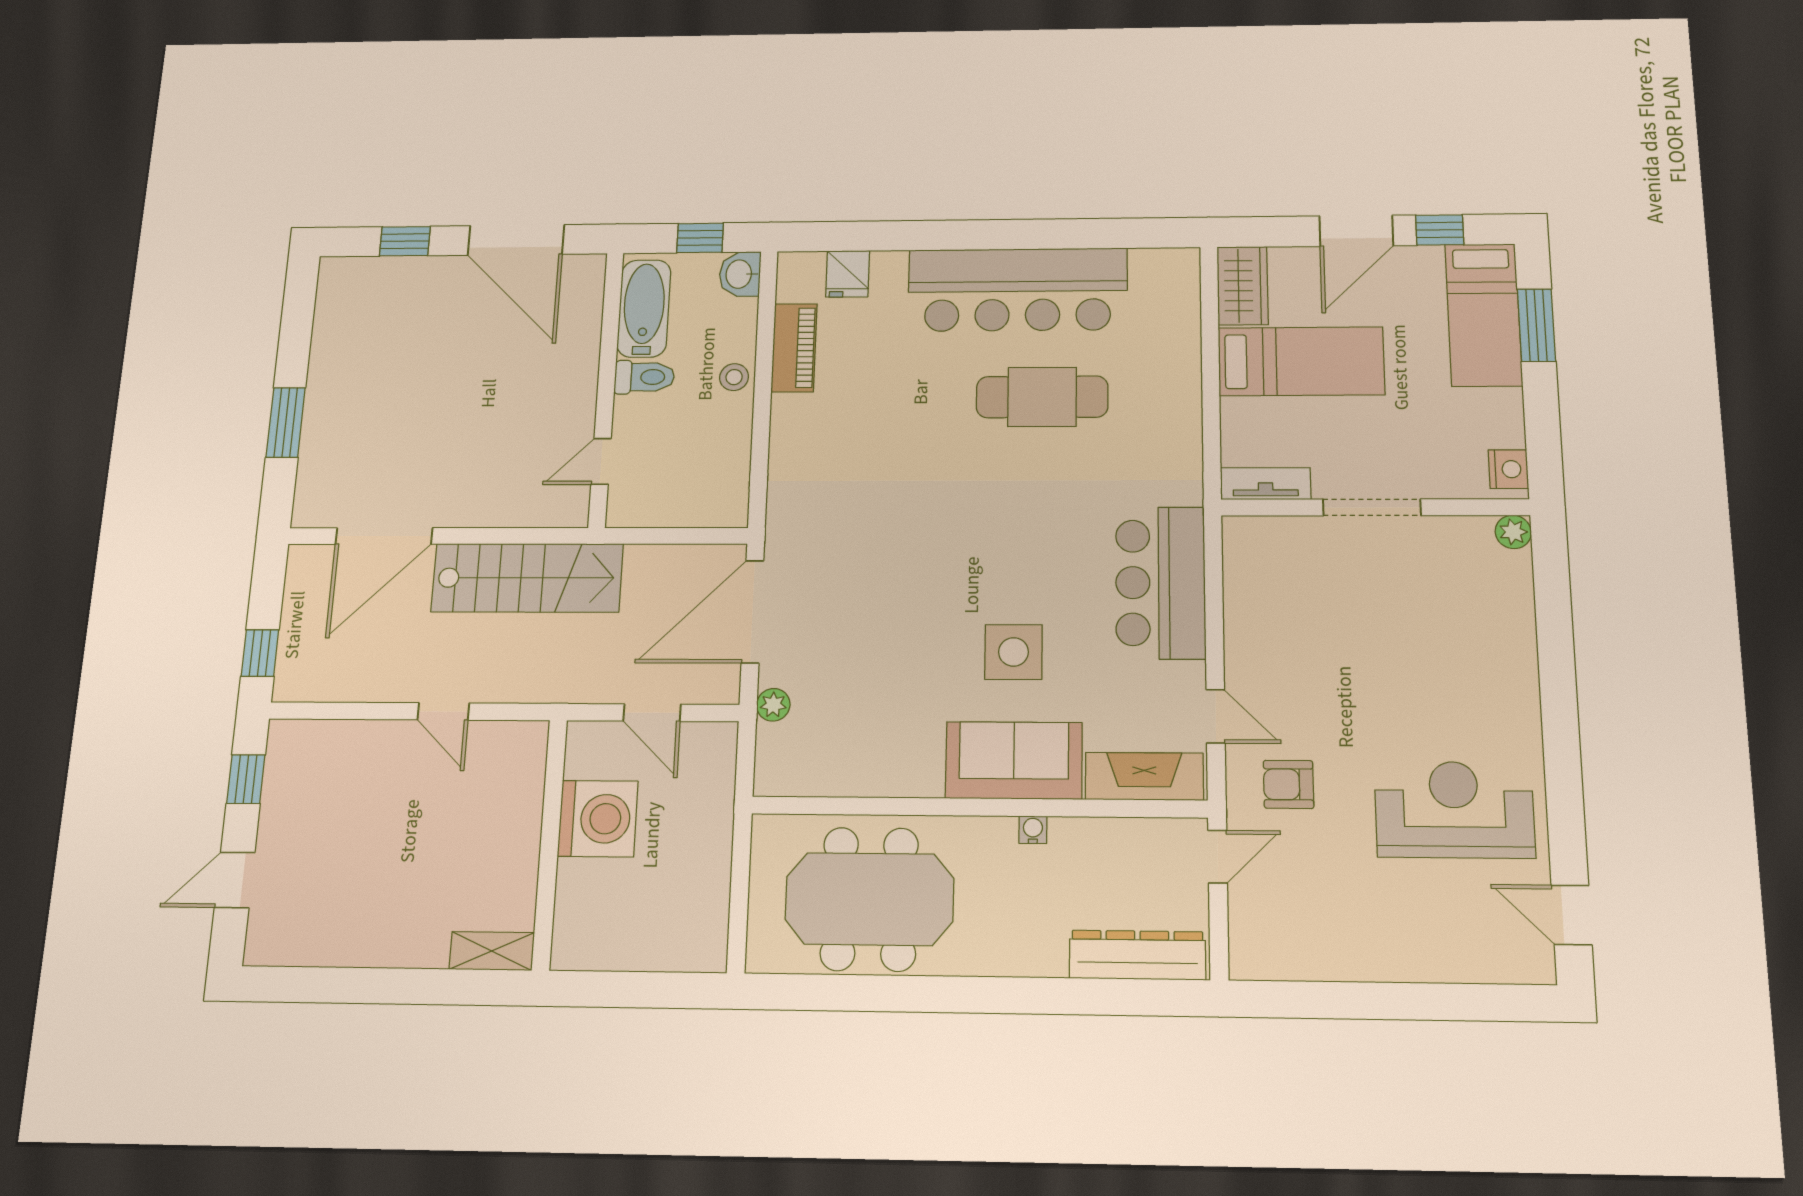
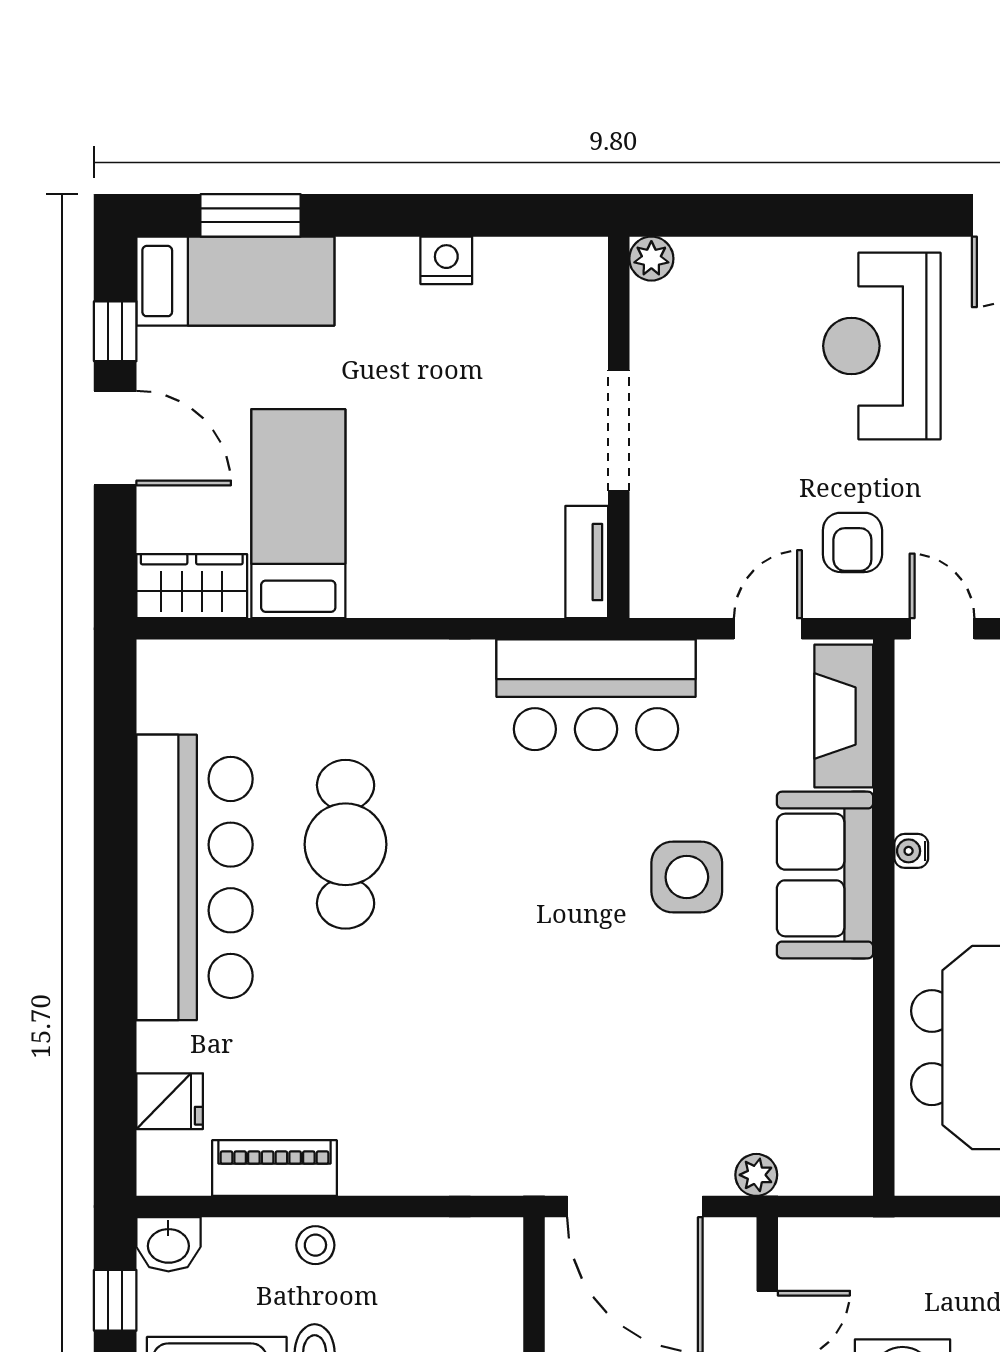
tv unit: (1266, 484) -> (587, 562), moved
doorway: (1372, 507) -> (619, 431), moved
wall: (1375, 507) -> (619, 427), moved
plant: (1513, 532) -> (651, 259), moved

